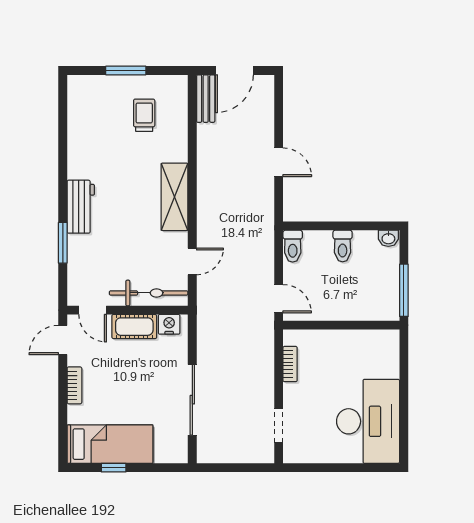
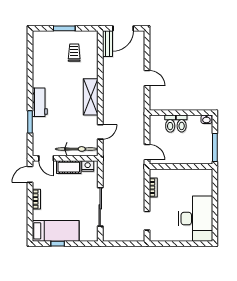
toilet: (293, 246) -> (170, 124), moved

